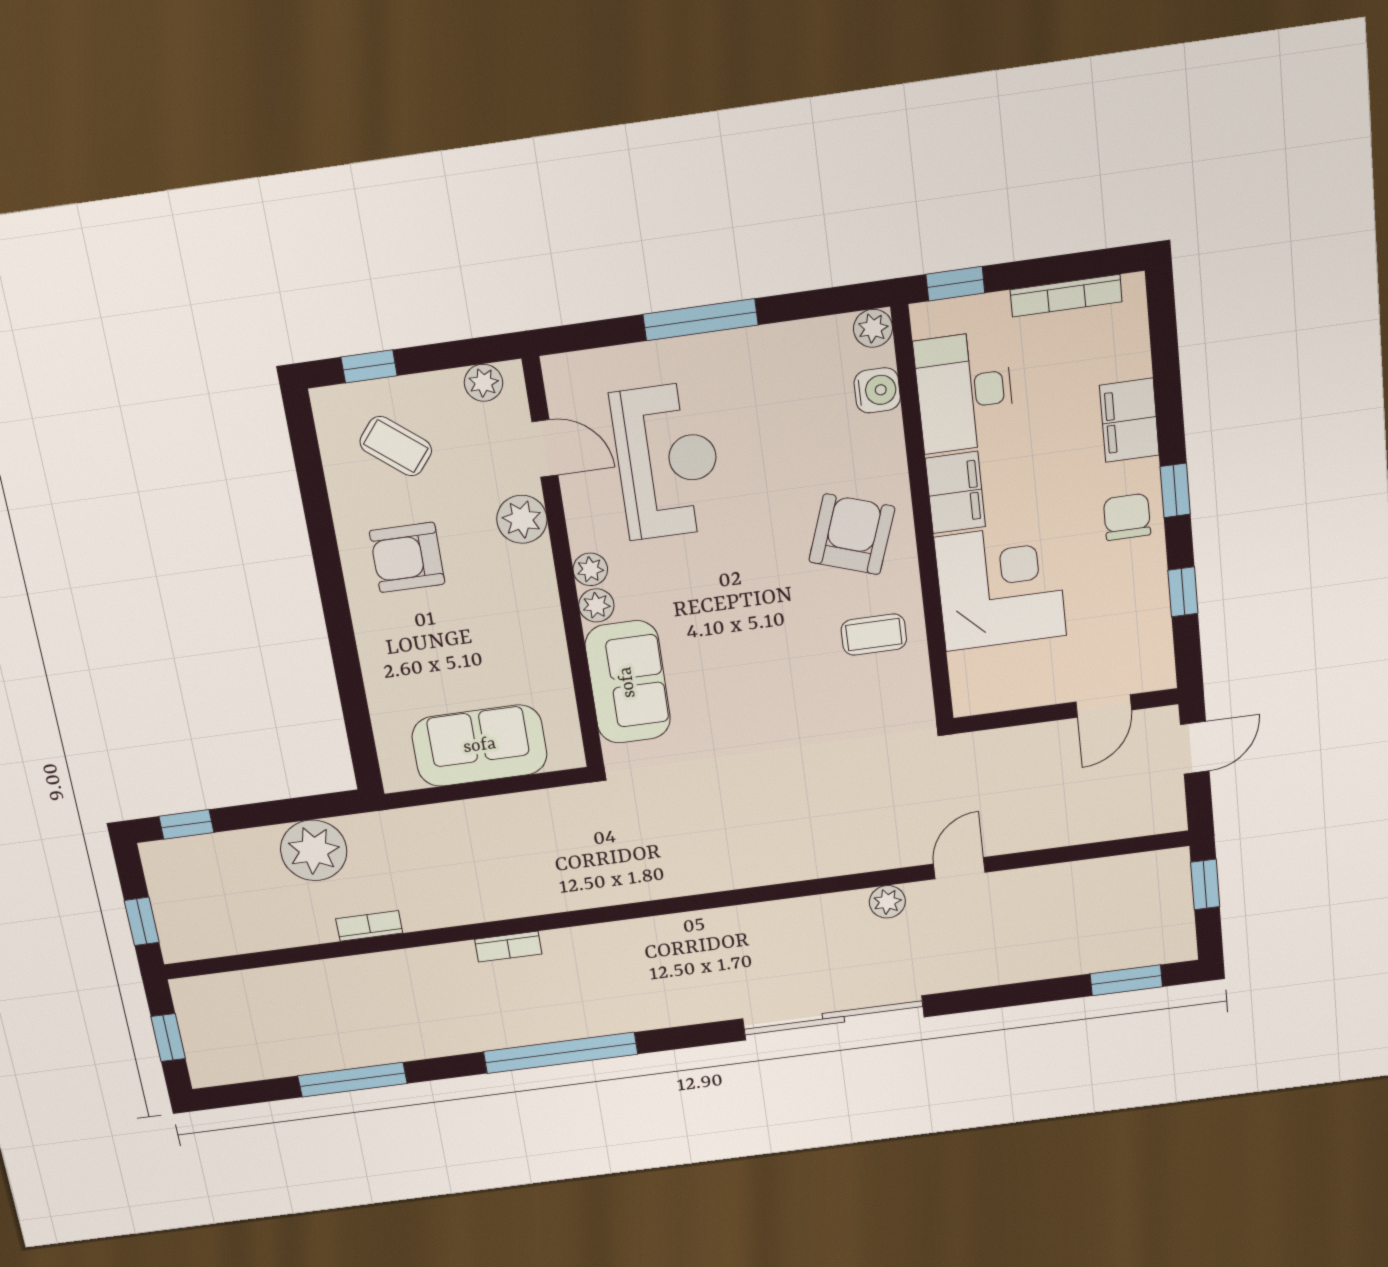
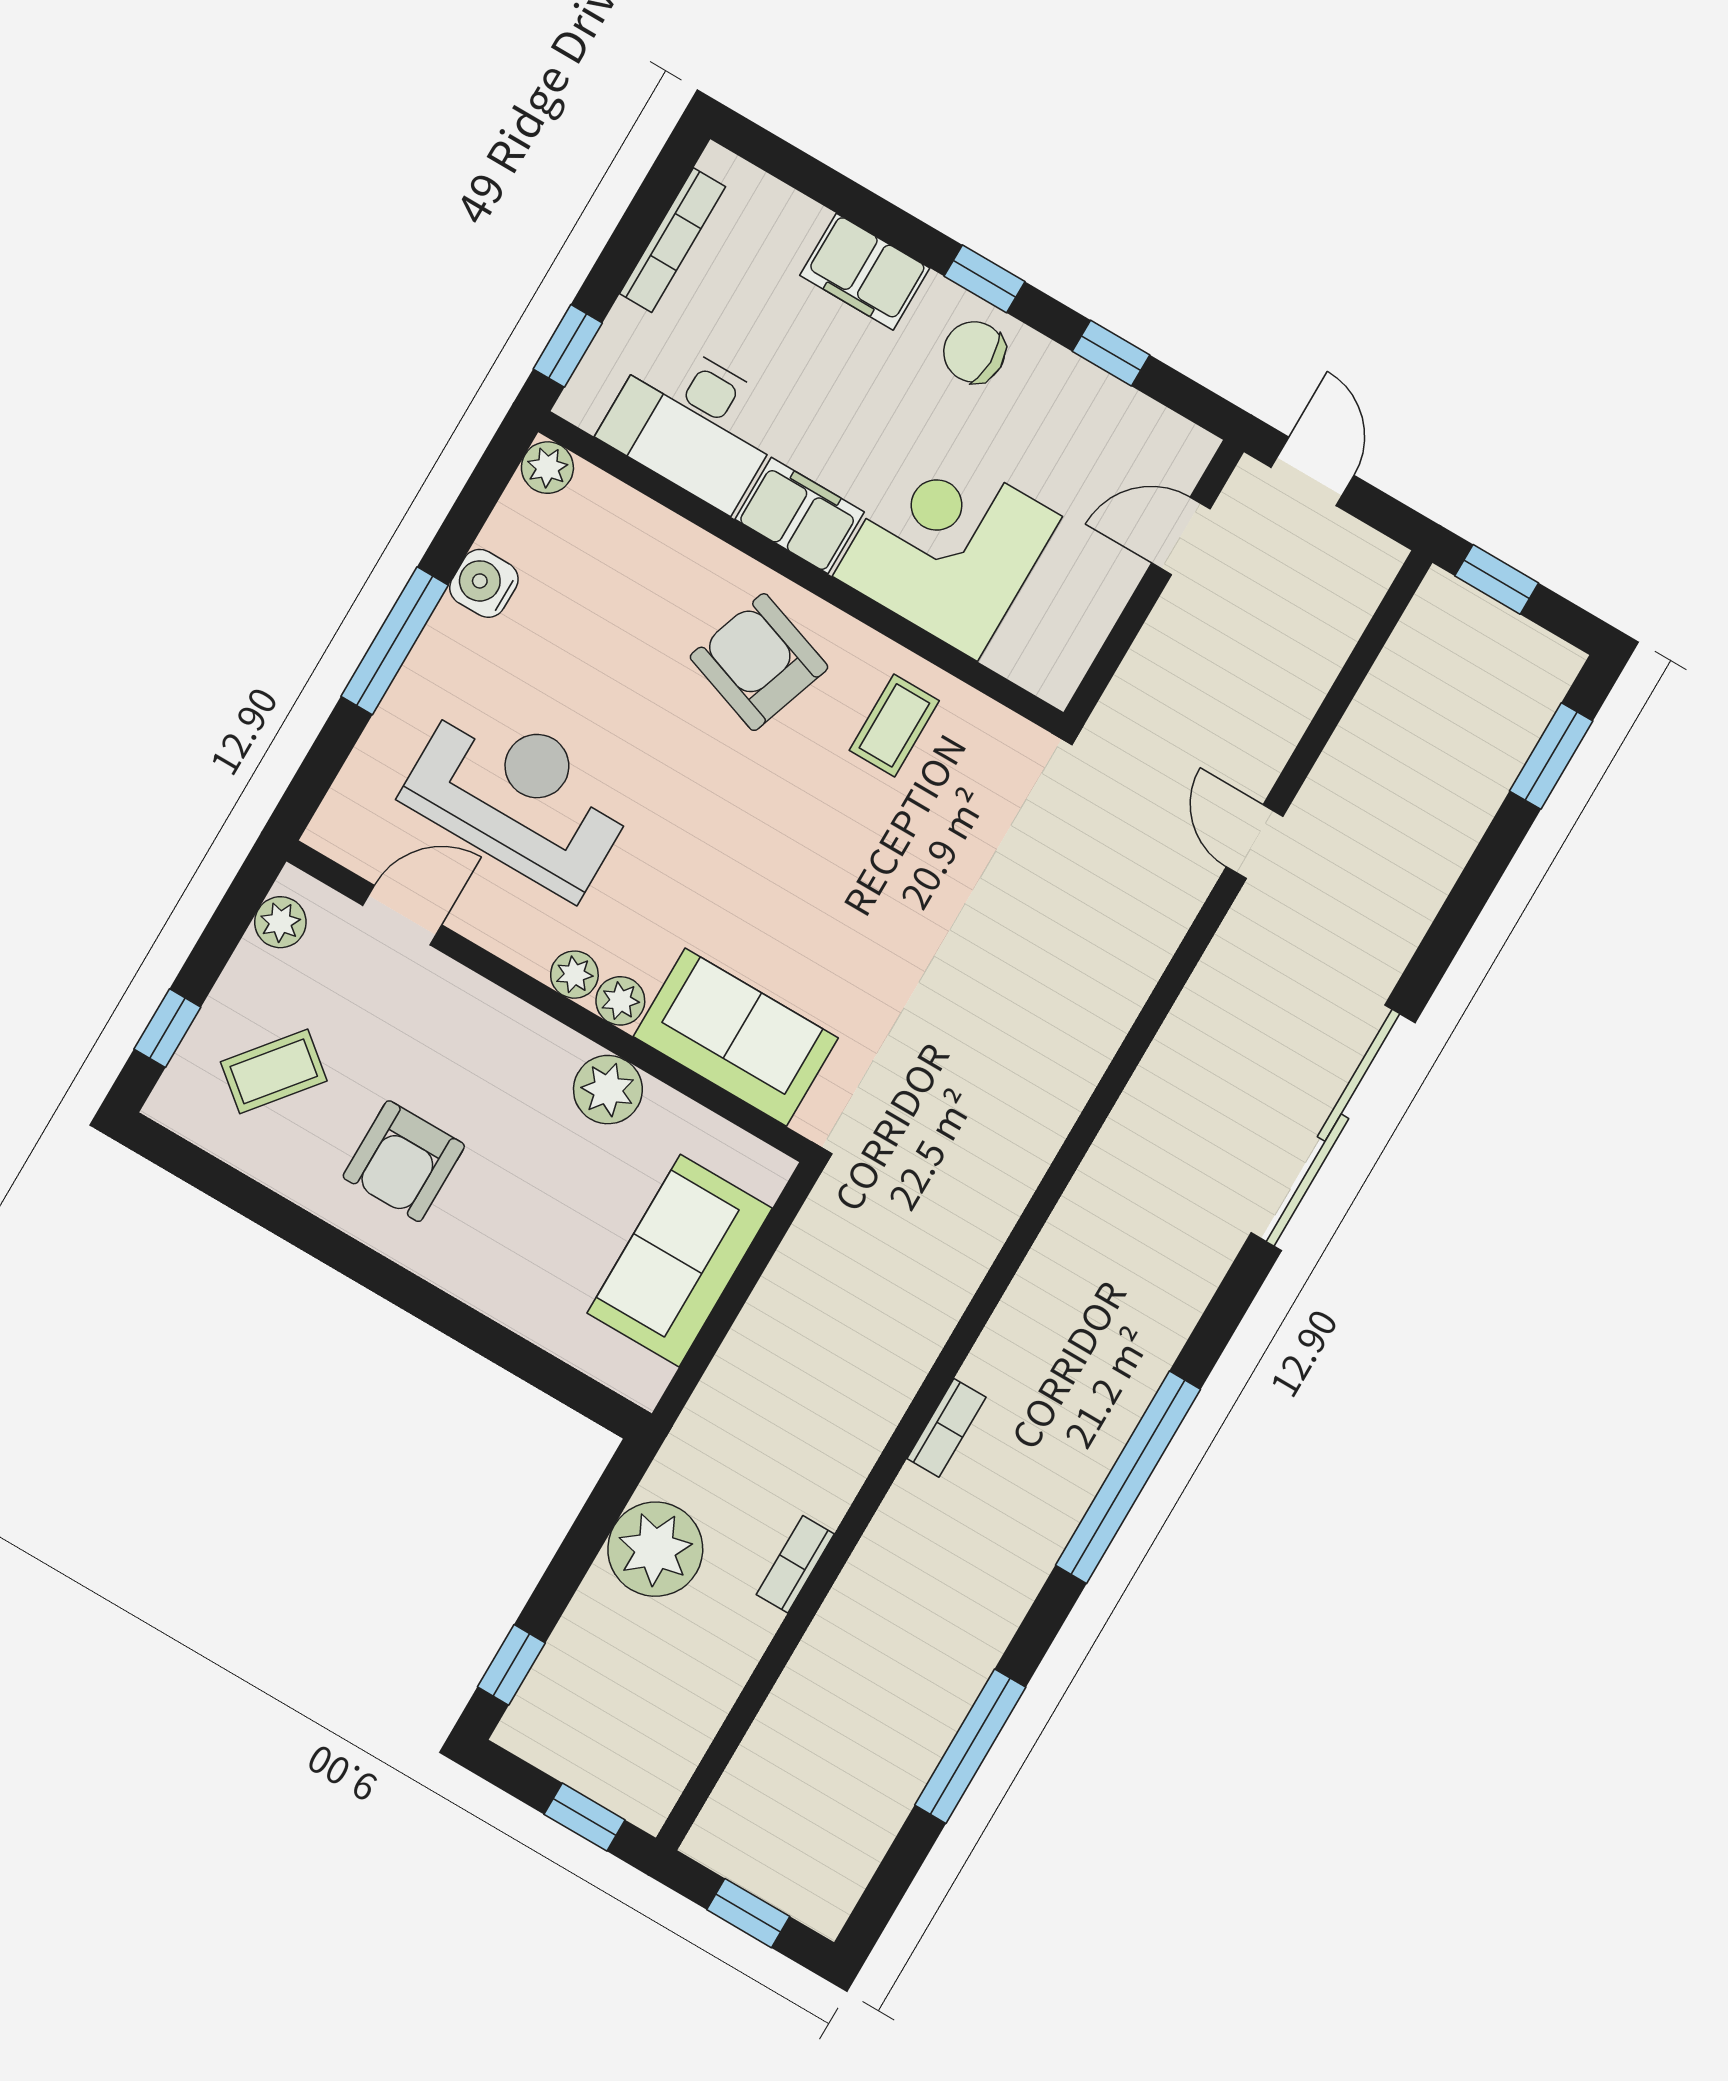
water cooler: (877, 390) -> (484, 583), moved, turned -90
plant: (522, 519) -> (608, 1090), moved
door: (1104, 706) -> (1181, 536), swing flipped
plant: (887, 902) -> (1233, 954), removed

